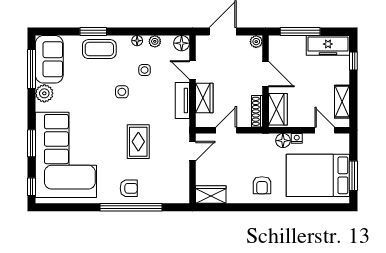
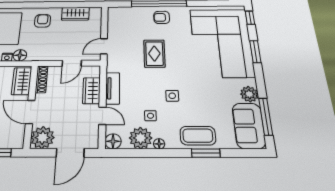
plant: (155, 41) -> (141, 138), width x1.88, depth x1.88
plant: (256, 42) -> (42, 138), width x1.88, depth x1.88
wardrobe: (211, 195) -> (75, 14), moved

